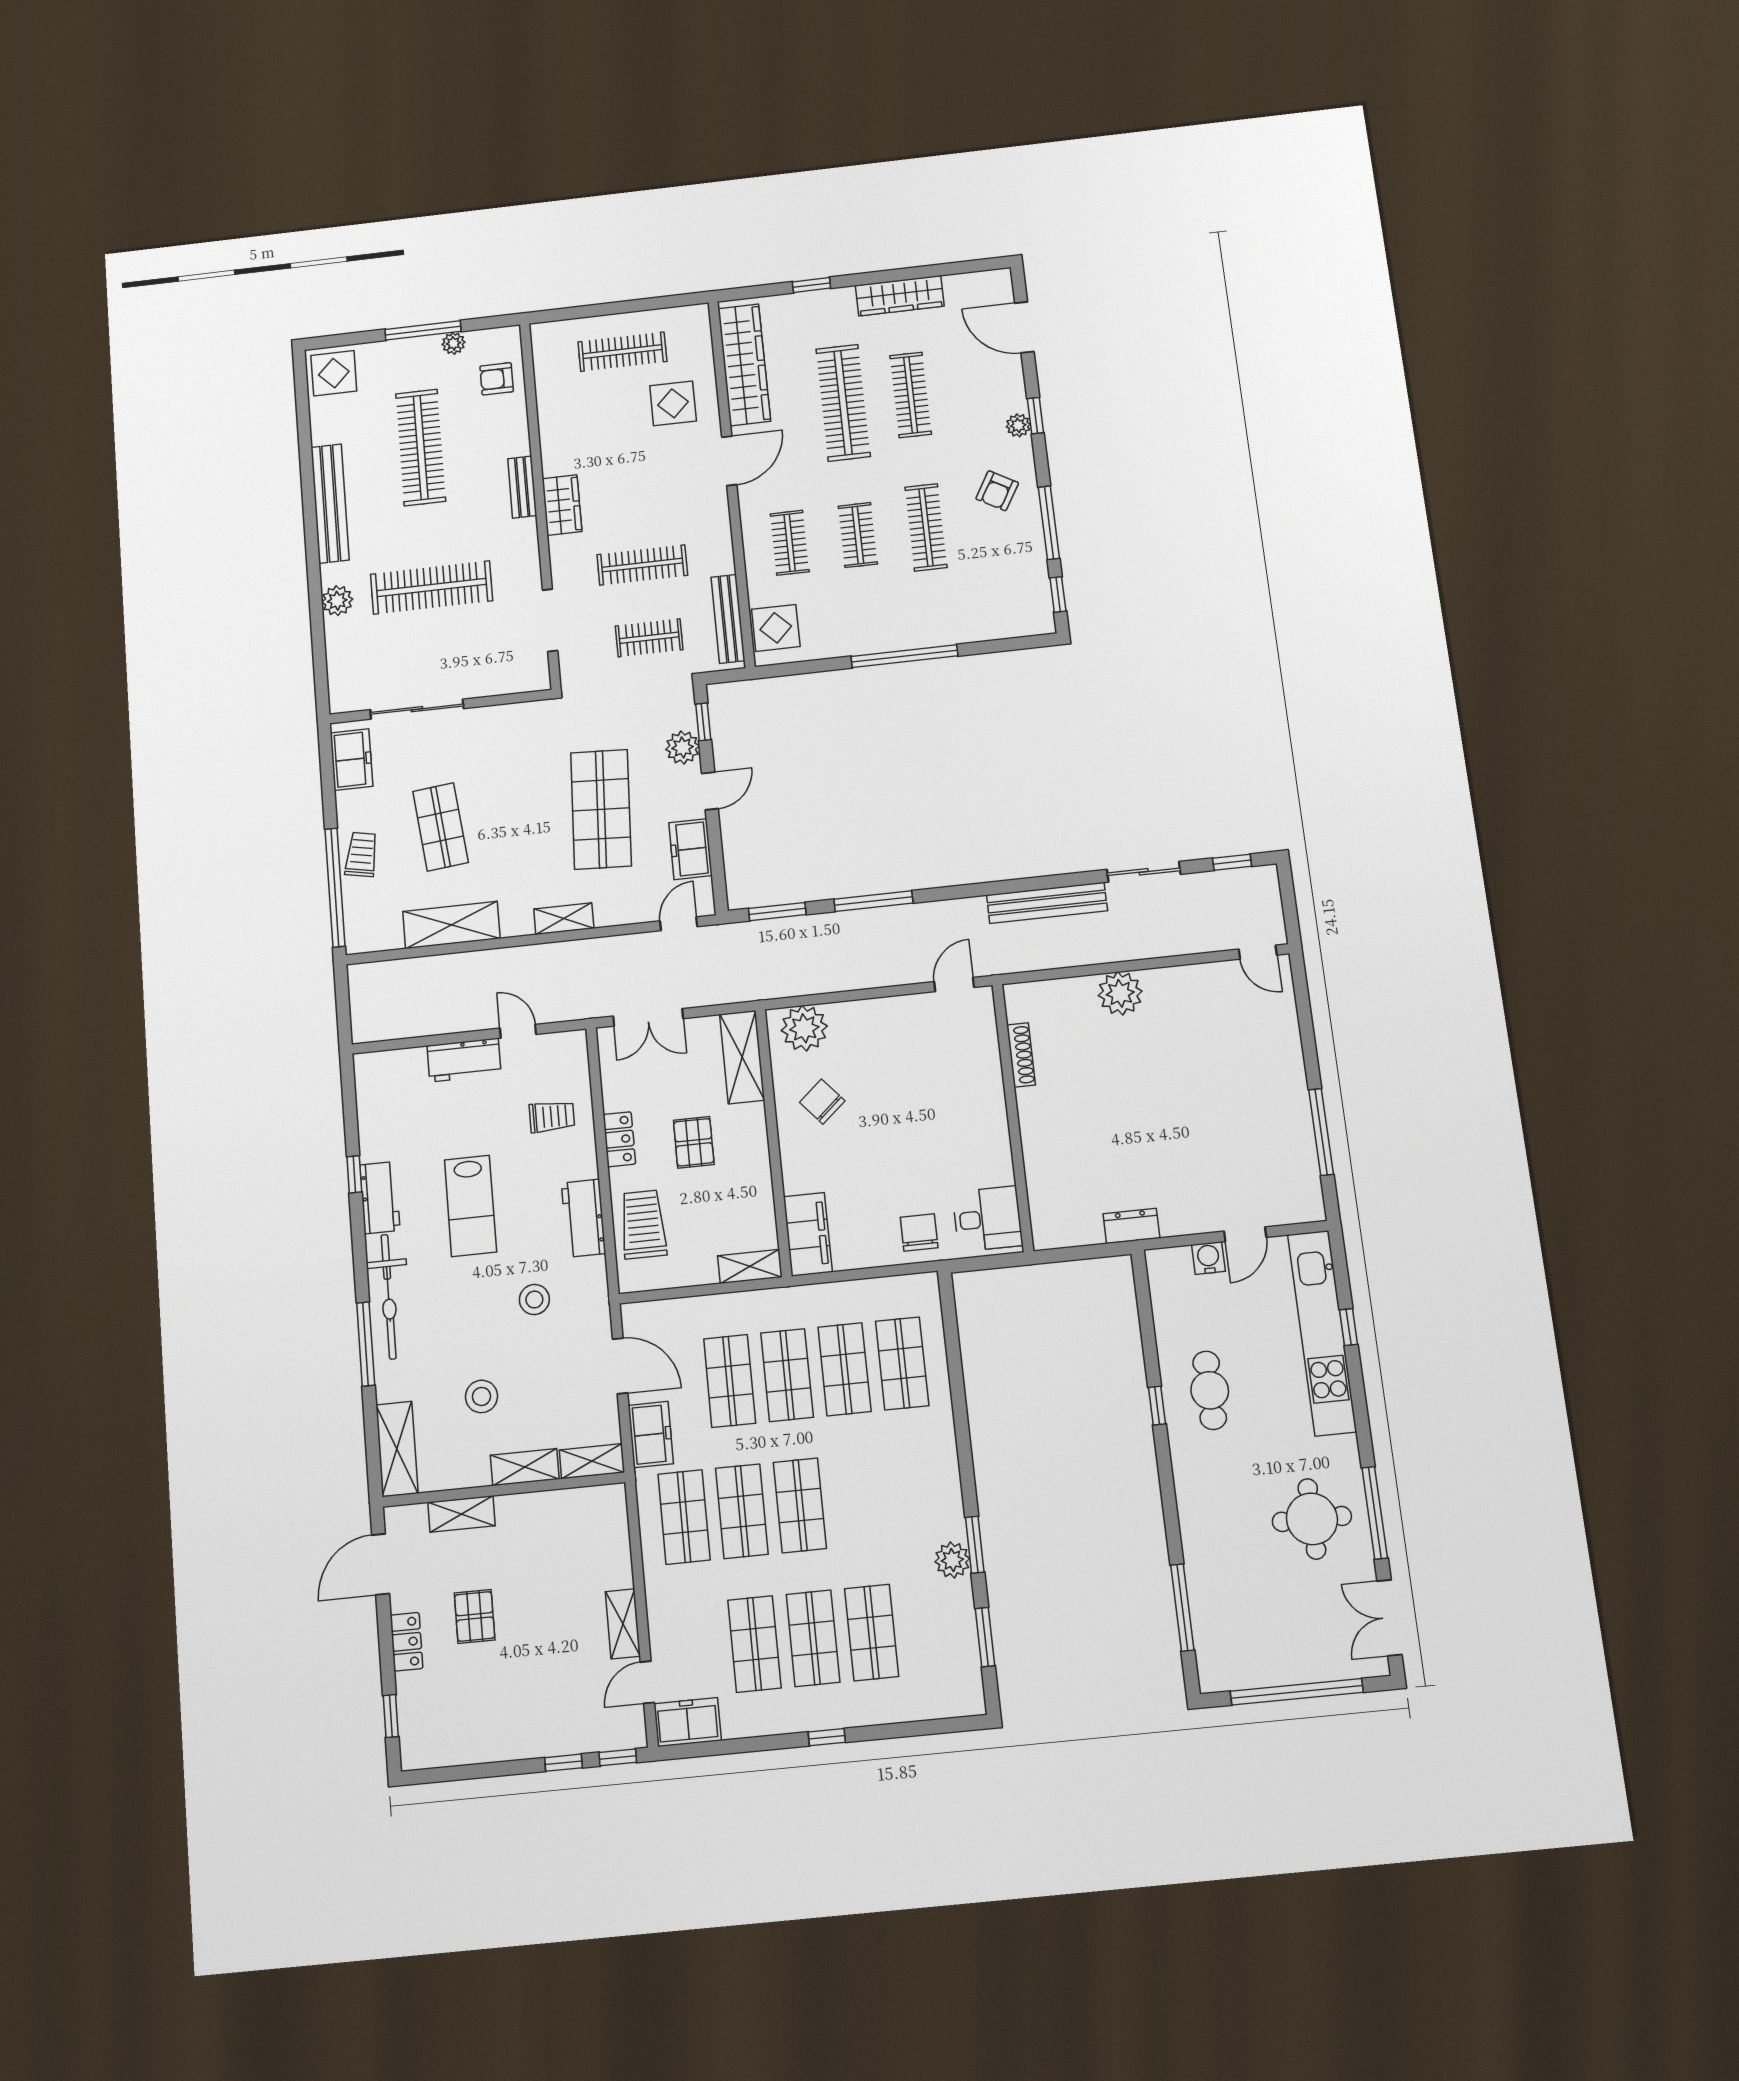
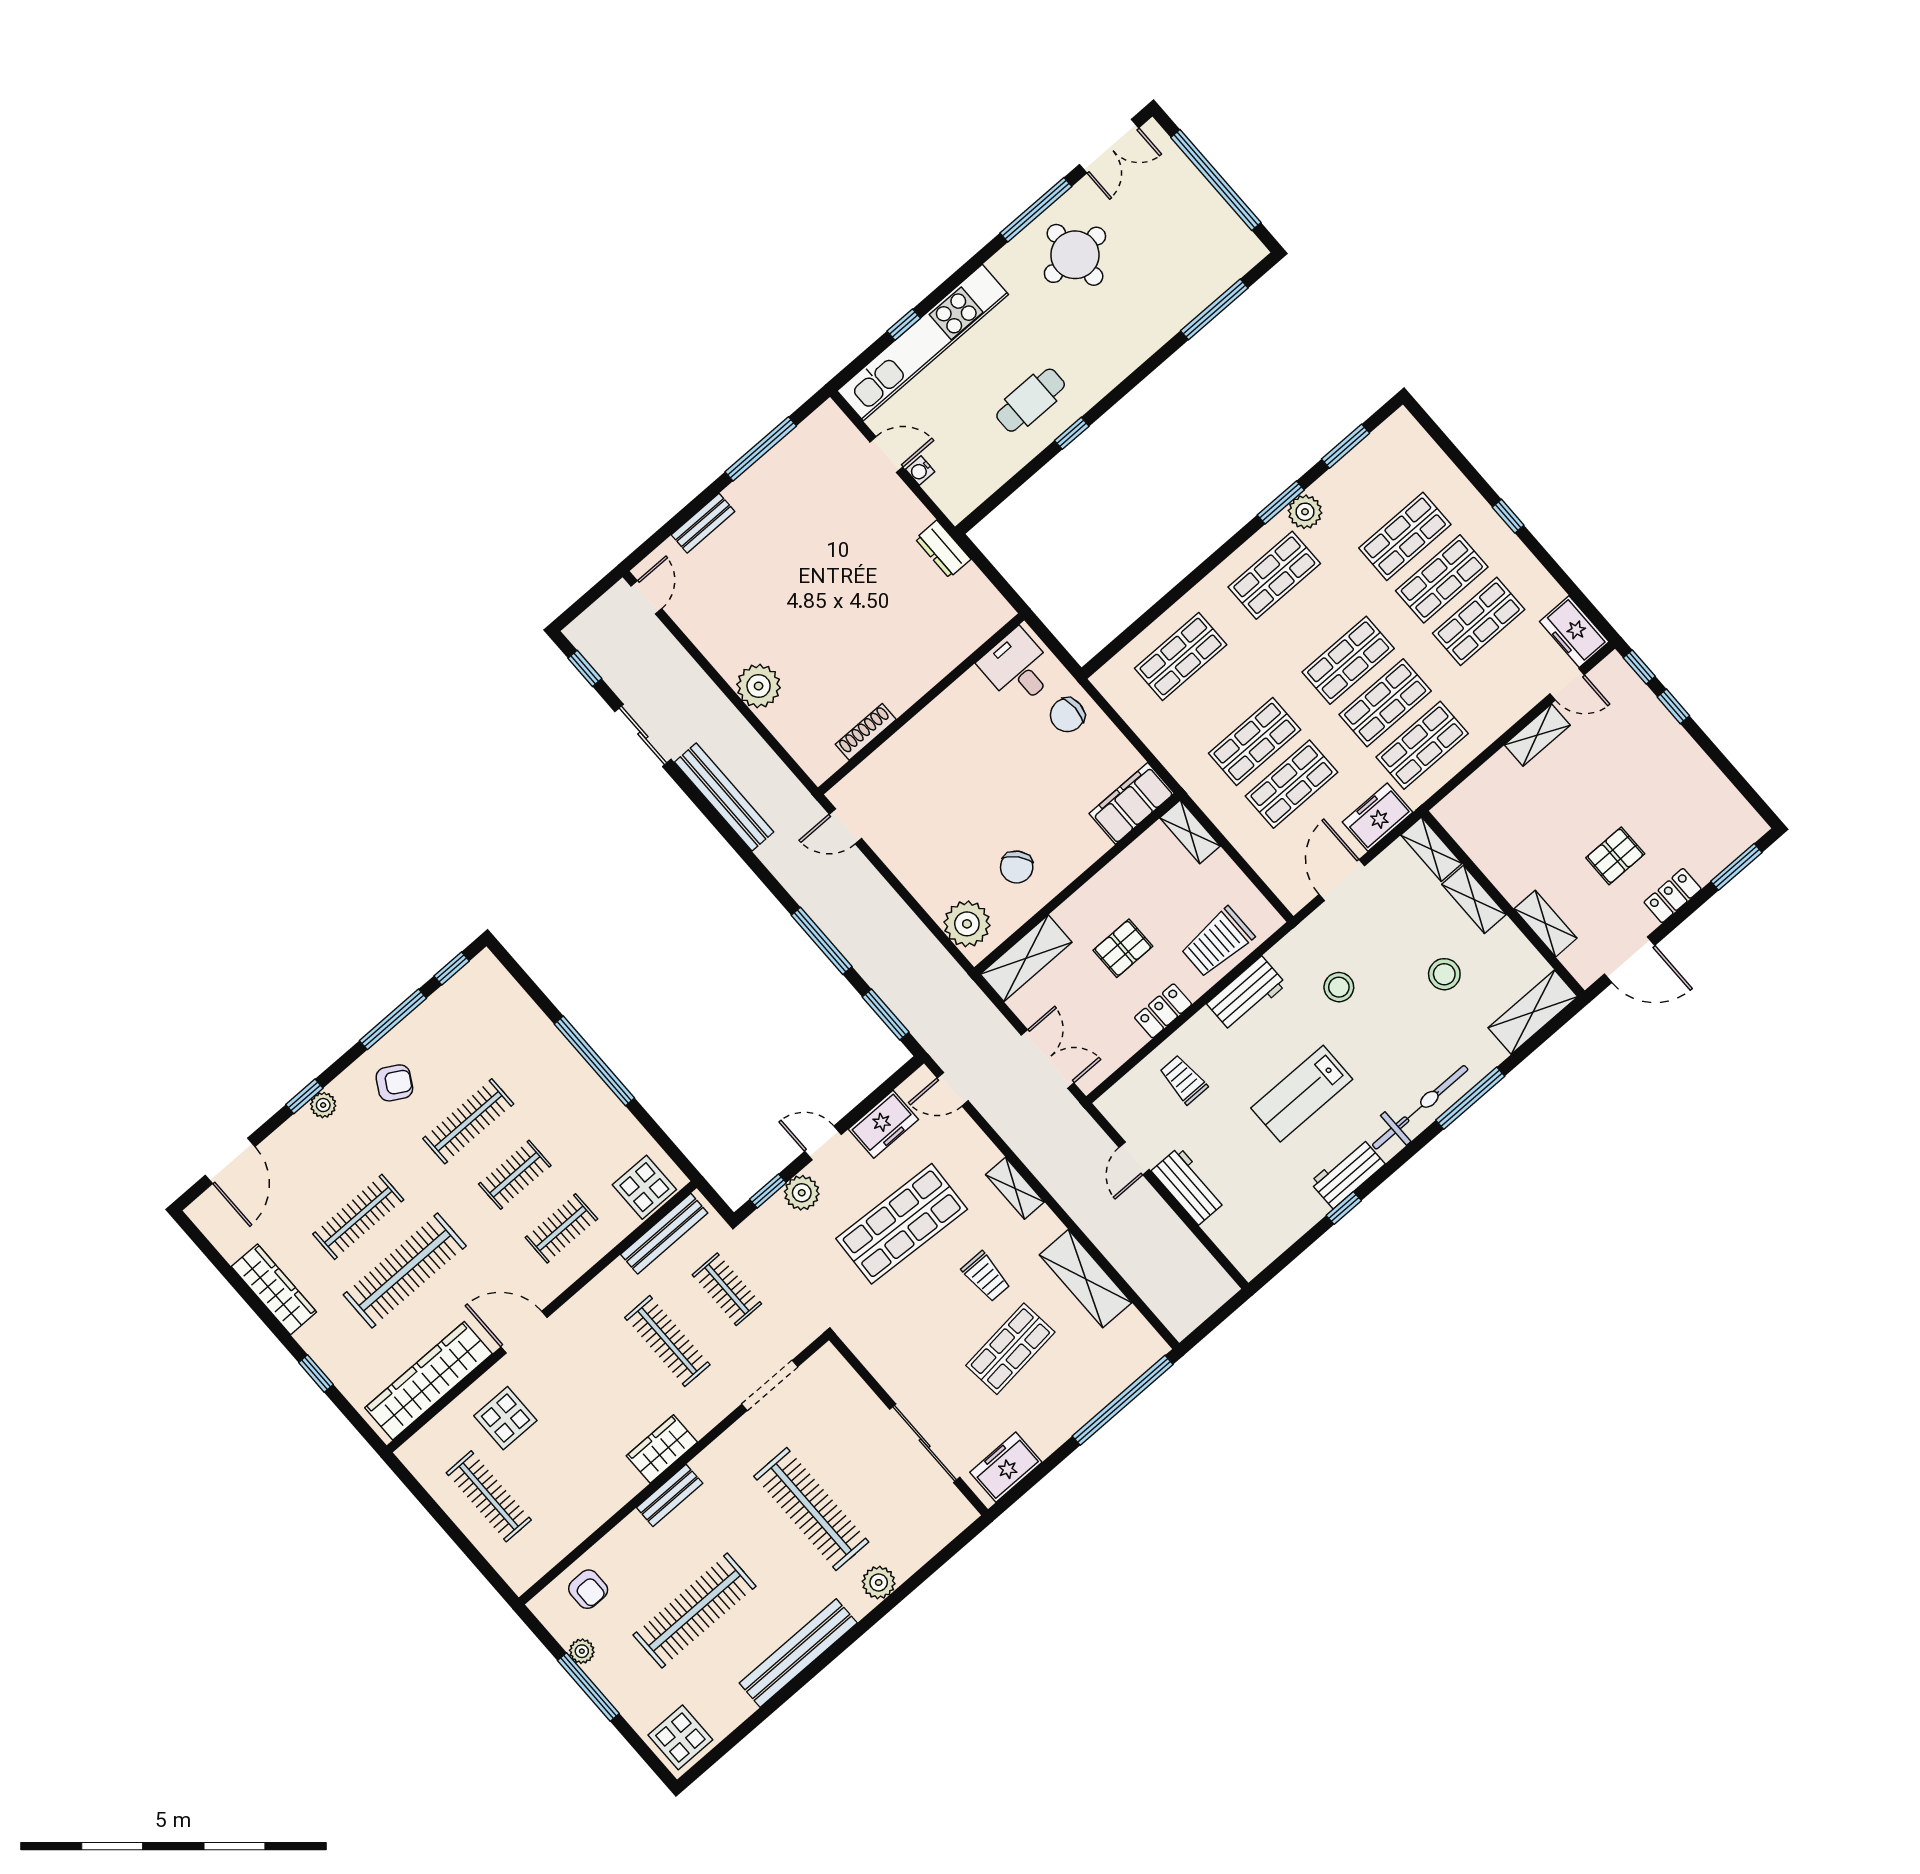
trolley: (361, 854) -> (986, 1277), moved, turned -101
bench: (1289, 1041) -> (703, 523), added
lab bench: (471, 1206) -> (1302, 1094), turned 180
water cooler: (1208, 1258) -> (920, 471), width x0.72, depth x0.72
shop shelf: (845, 1369) -> (1274, 575), moved
window: (391, 1716) -> (1736, 867), width x1.50

